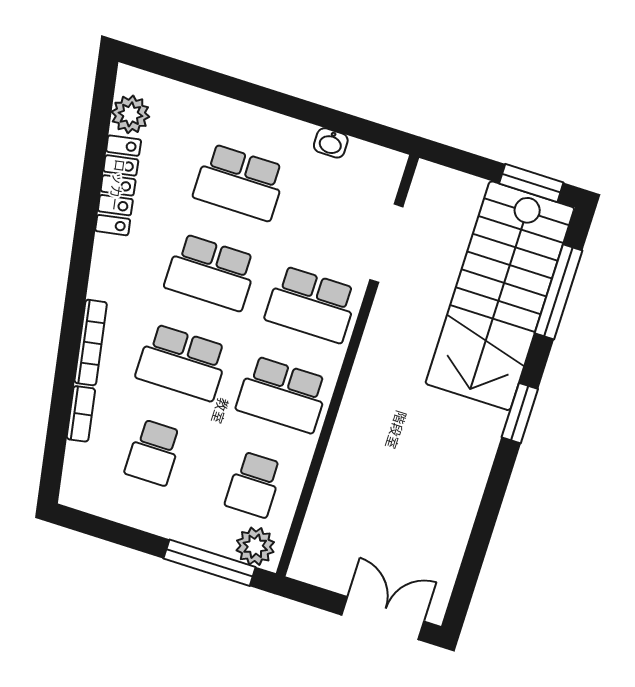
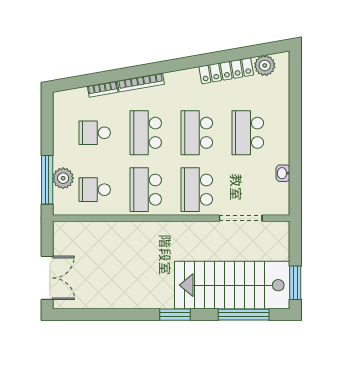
plant: (255, 546) -> (63, 178), moved

